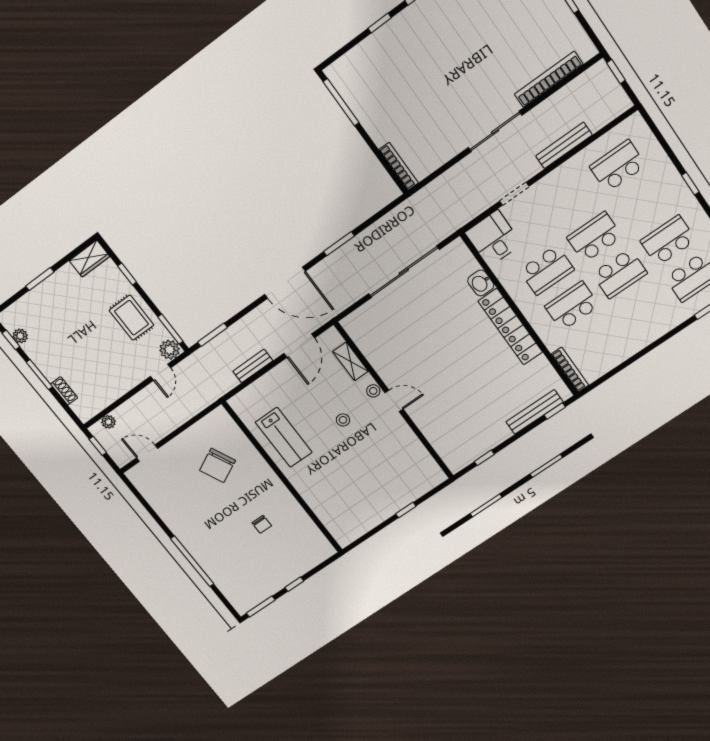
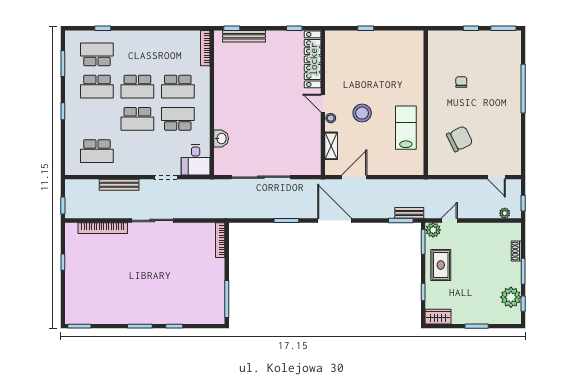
school desk: (620, 274) -> (137, 87), turned 180
locker: (510, 327) -> (313, 59), moved, turned 180
plant: (20, 336) -> (511, 297), width x1.87, depth x1.87
bench: (253, 366) -> (409, 213), moved
stool: (343, 420) -> (362, 113), width x1.89, depth x1.89

